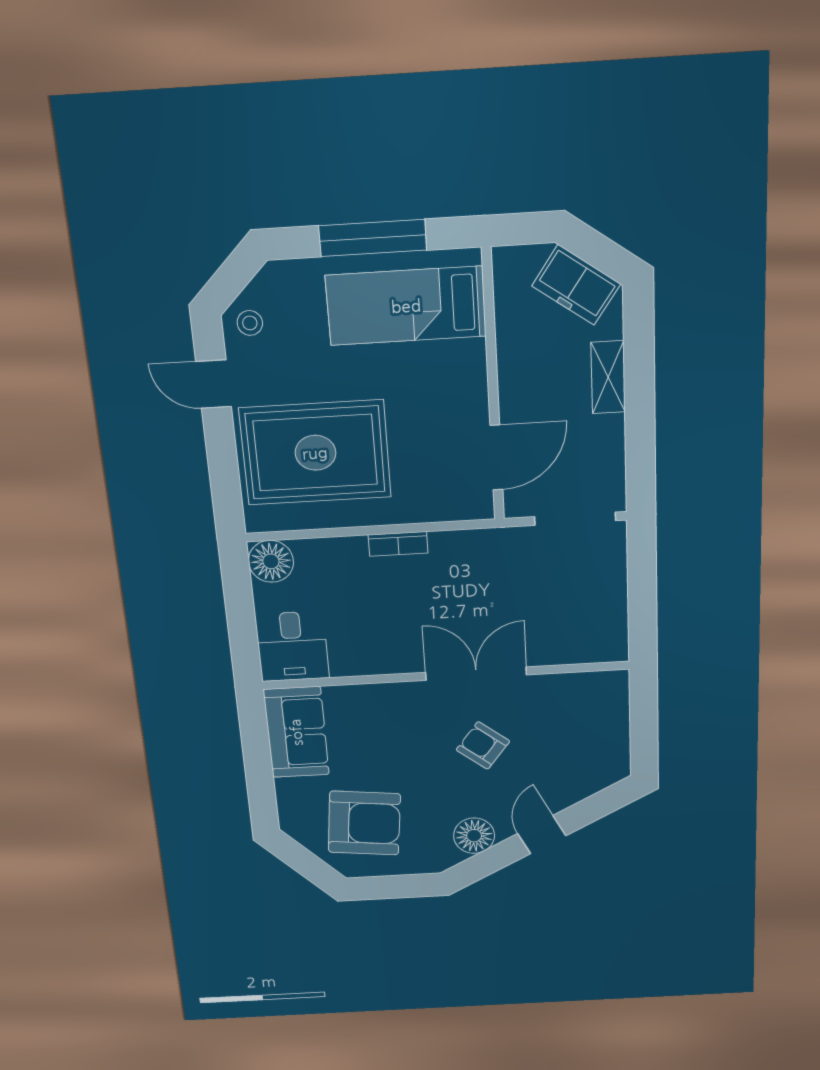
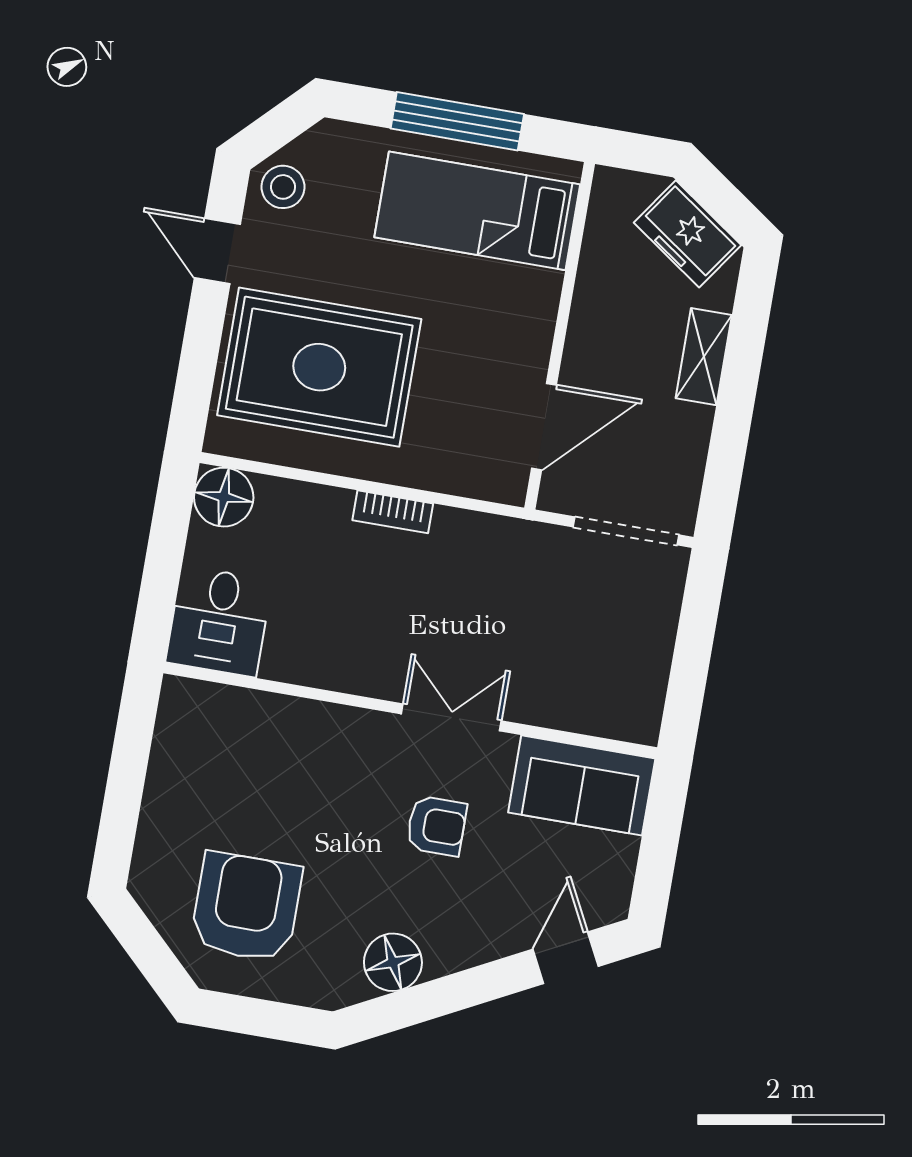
stool: (250, 323) -> (283, 187), width x1.37, depth x1.37
double door: (476, 674) -> (451, 717), width x0.73
sofa: (296, 732) -> (582, 785), moved, turned 90
armchair: (483, 745) -> (436, 826), turned 142
armchair: (364, 823) -> (246, 907), turned -96
door: (542, 835) -> (566, 958), moved

